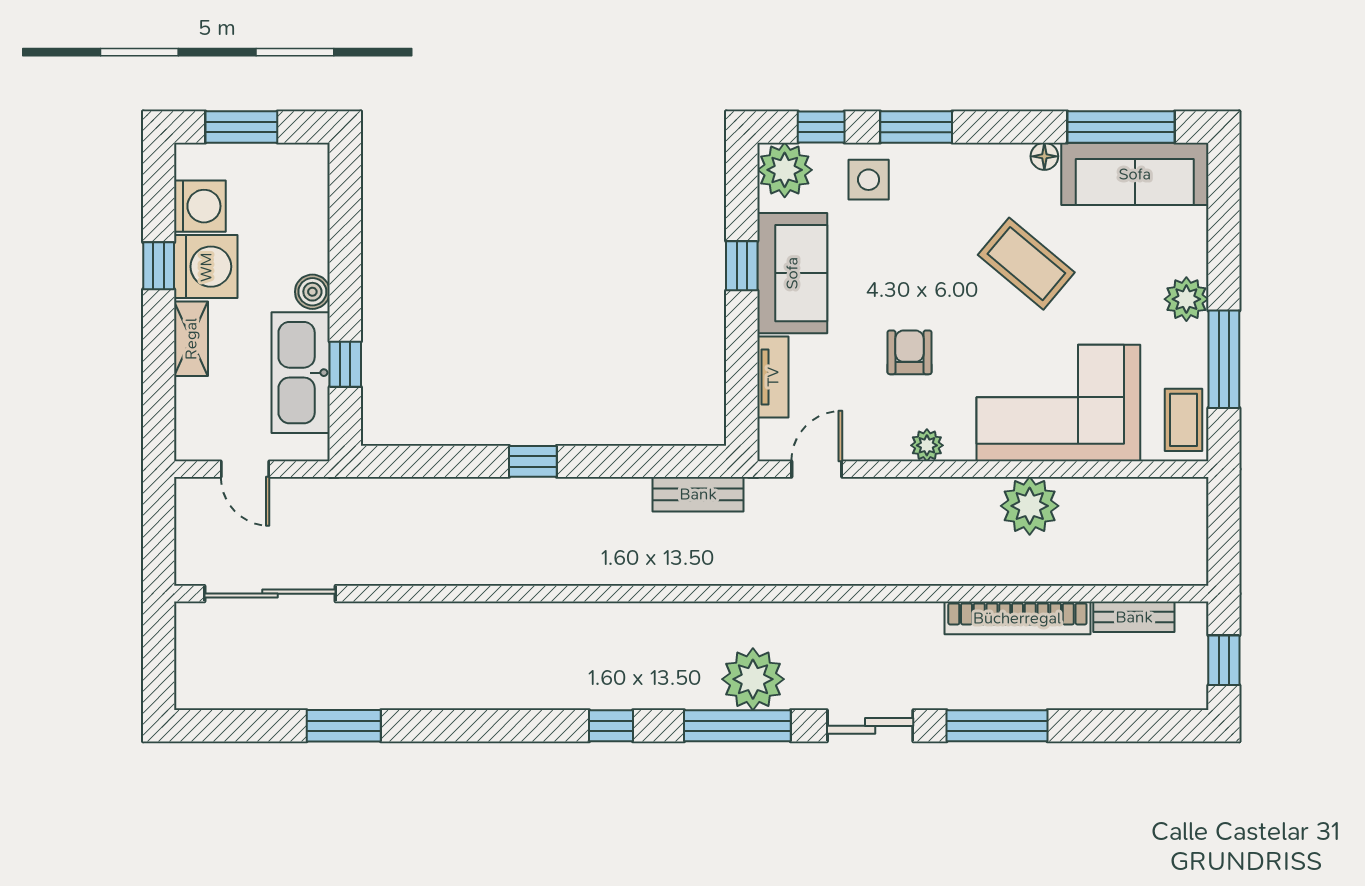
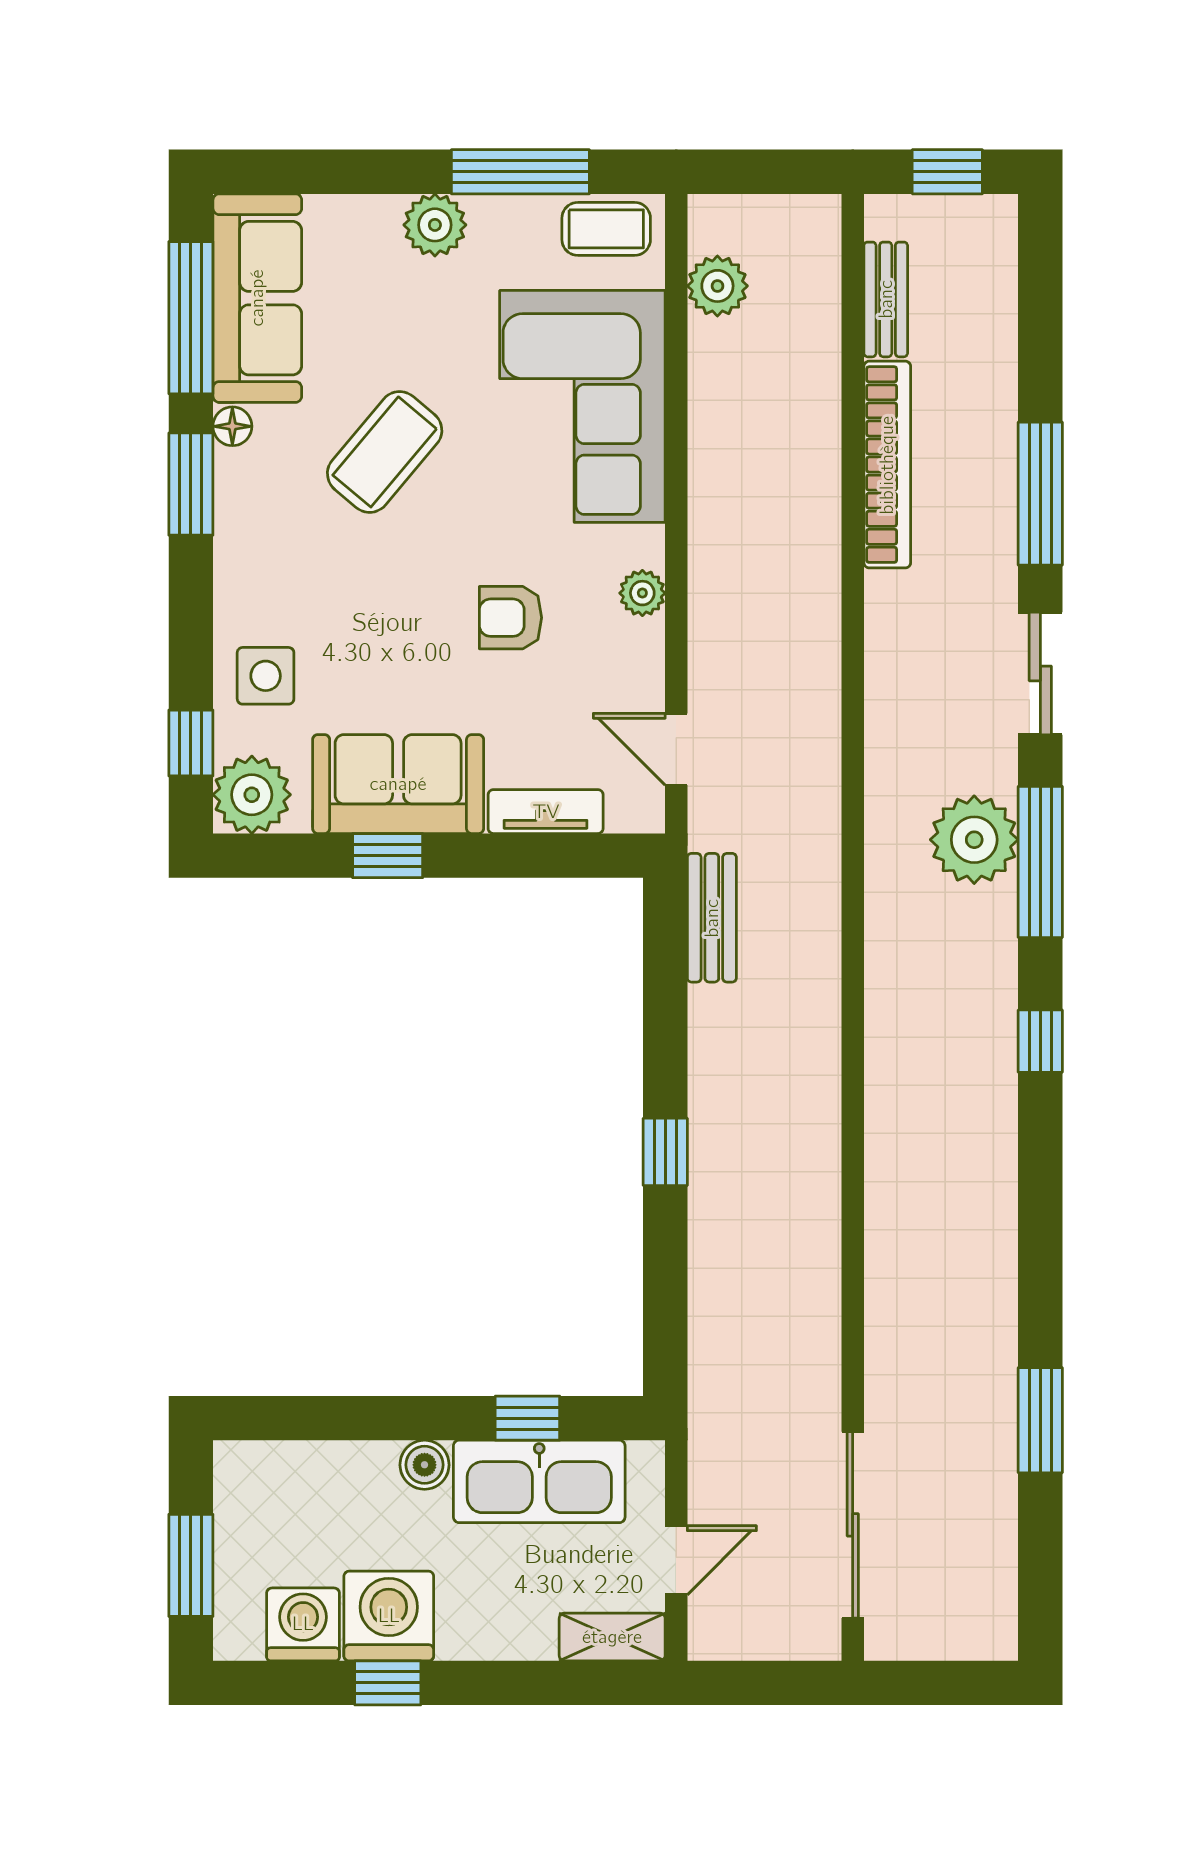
window: (916, 127) -> (191, 484), moved
shelving: (191, 339) -> (612, 1637), moved
plant: (1030, 506) -> (717, 286), moved, width x0.73, depth x0.73

